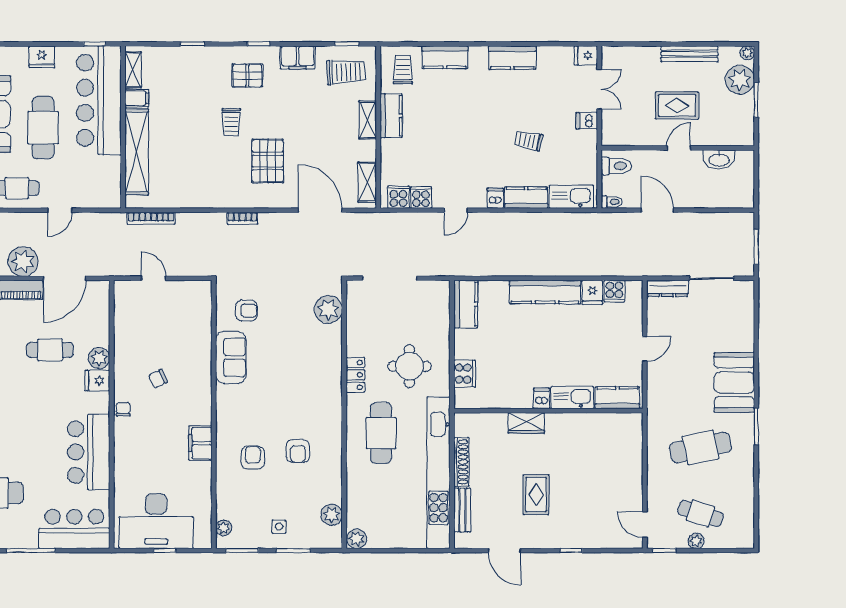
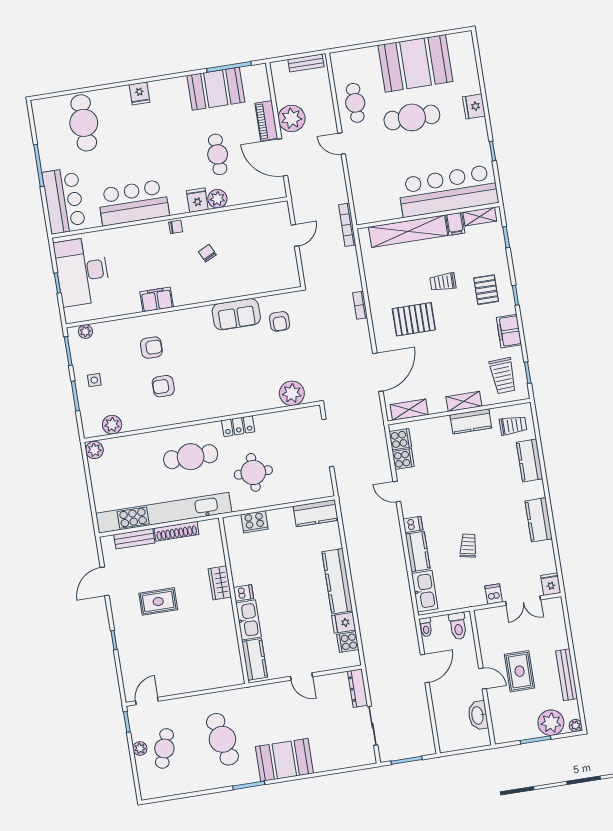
shelving: (133, 70) -> (480, 217), moved
filing cabinet: (137, 98) -> (455, 224), moved
bar counter: (99, 100) -> (448, 191), moved
wall: (123, 127) -> (428, 216), moved
shelving: (137, 152) -> (408, 231), moved

